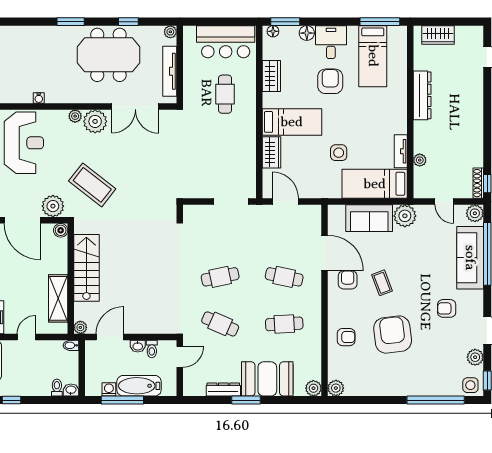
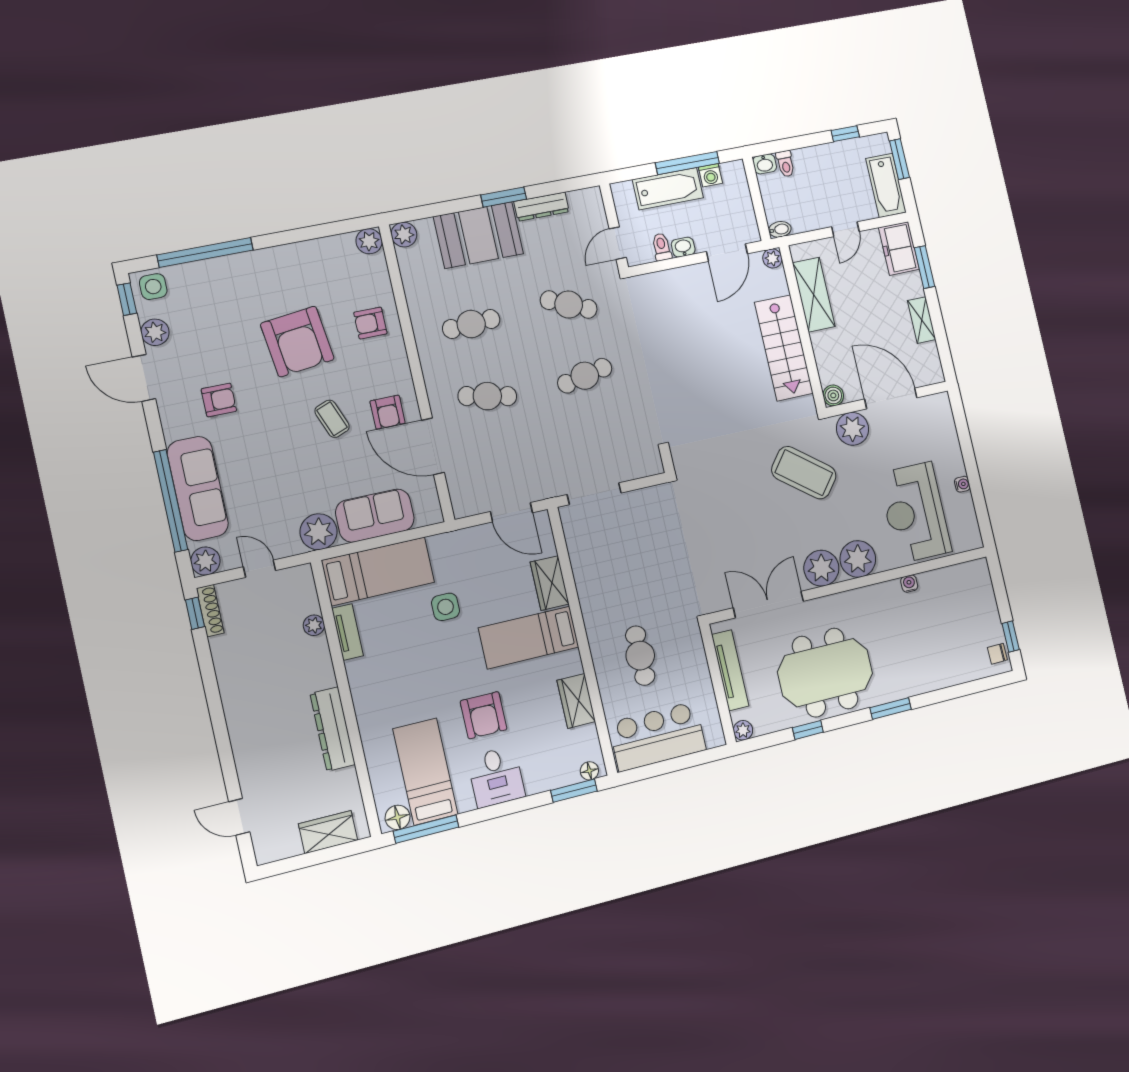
floor lamp: (307, 33) -> (398, 817), moved
plant: (75, 116) -> (858, 559), width x1.87, depth x1.87

